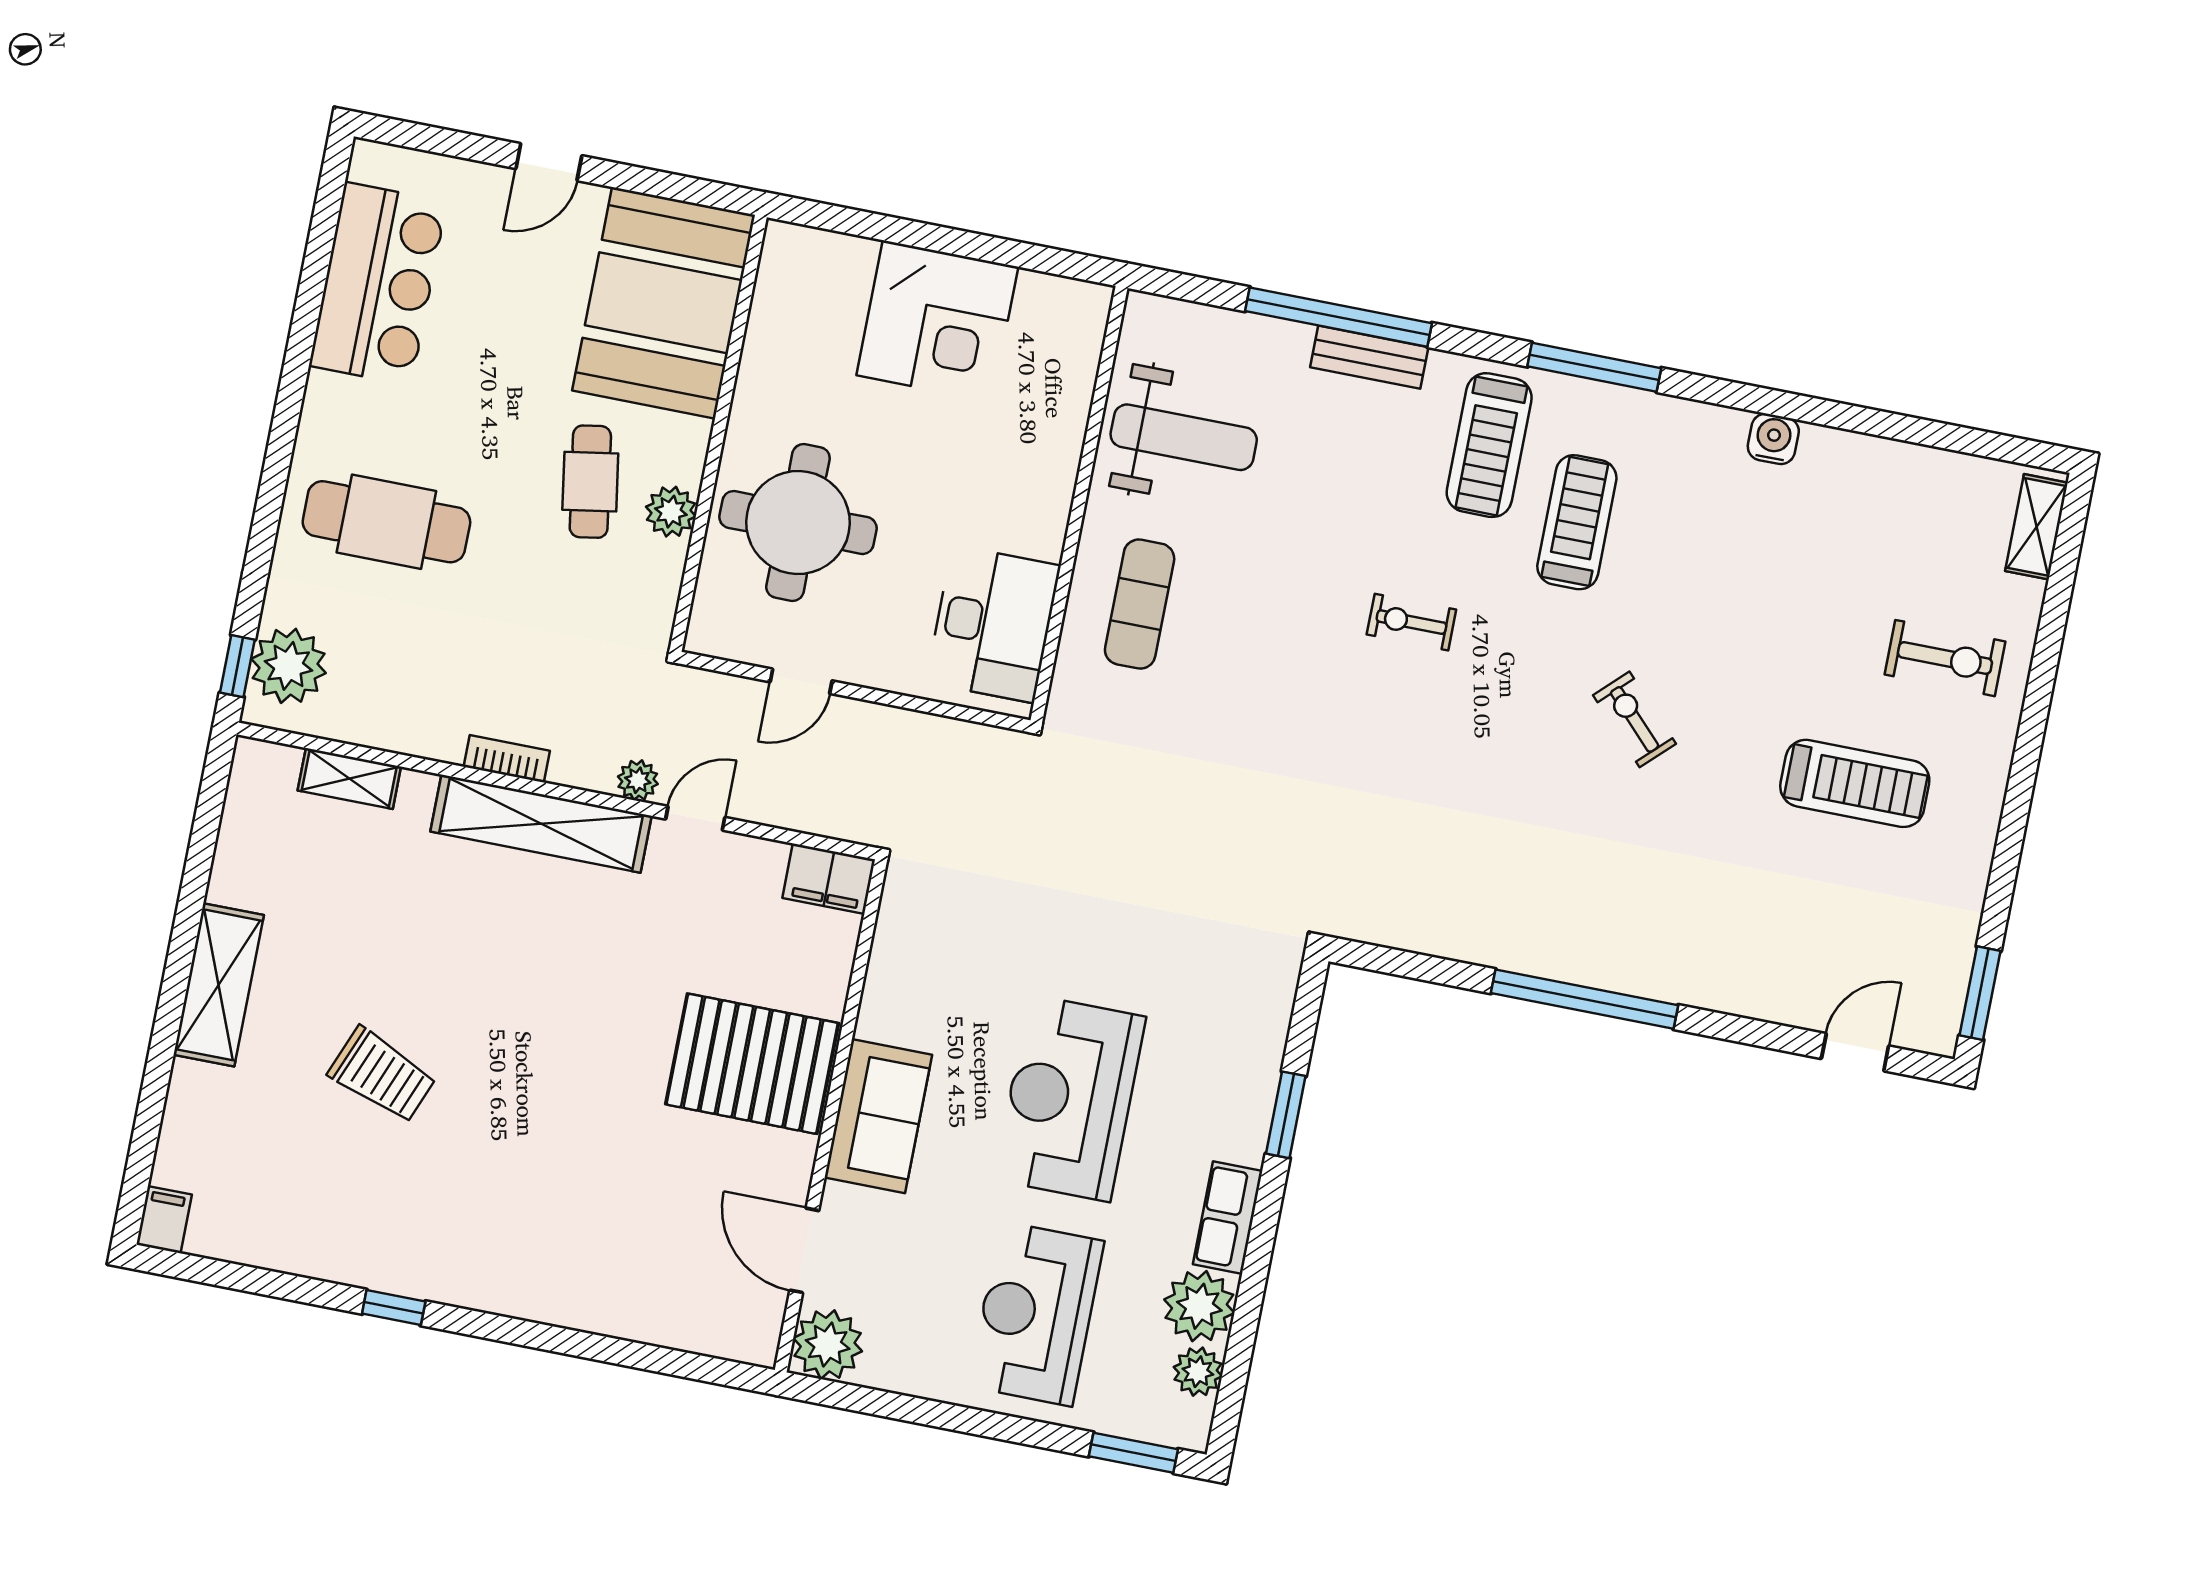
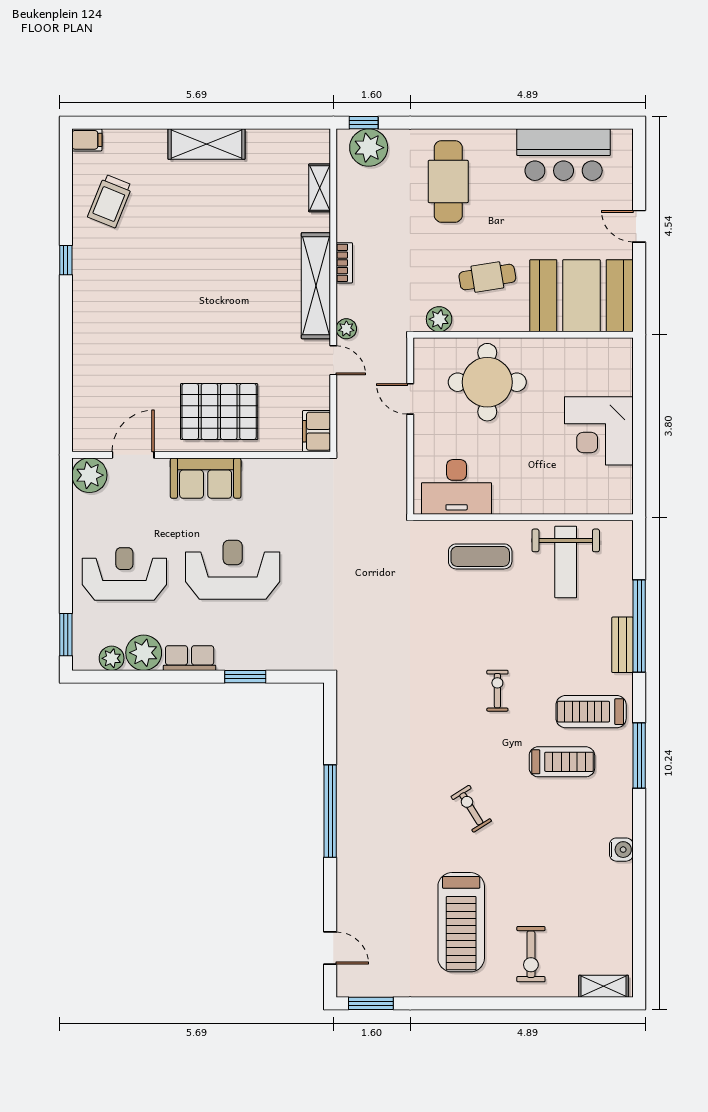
plant: (671, 512) -> (439, 319), moved
exercise bike: (1635, 719) -> (471, 809), turned -78
treadmill: (1855, 783) -> (461, 922), width x1.37, depth x1.38
pallet: (752, 1064) -> (219, 412), turned 90
trolley: (382, 1075) -> (110, 201), moved

